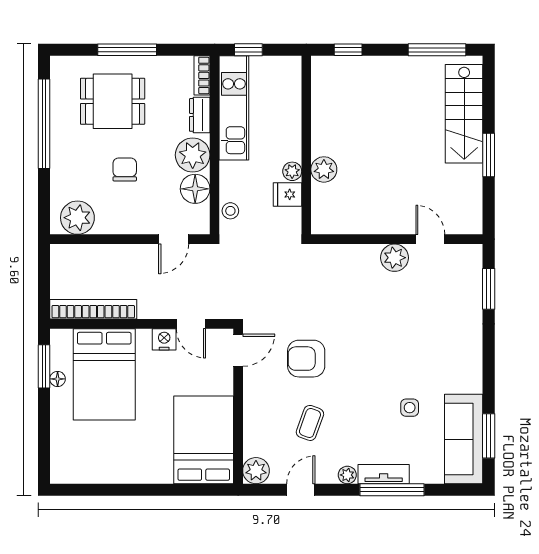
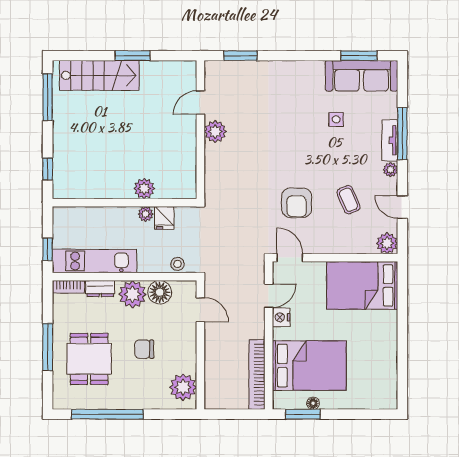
coffee table: (310, 423) -> (349, 200), turned 47

